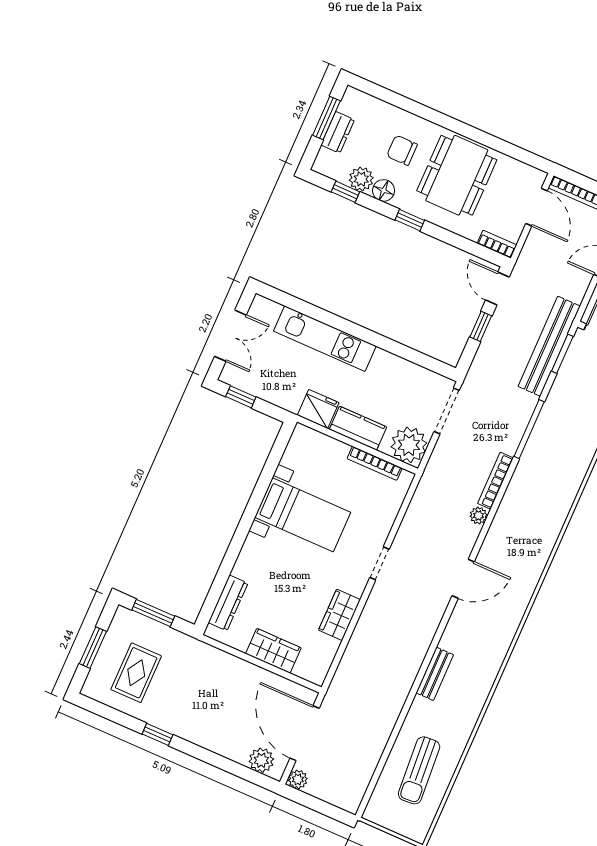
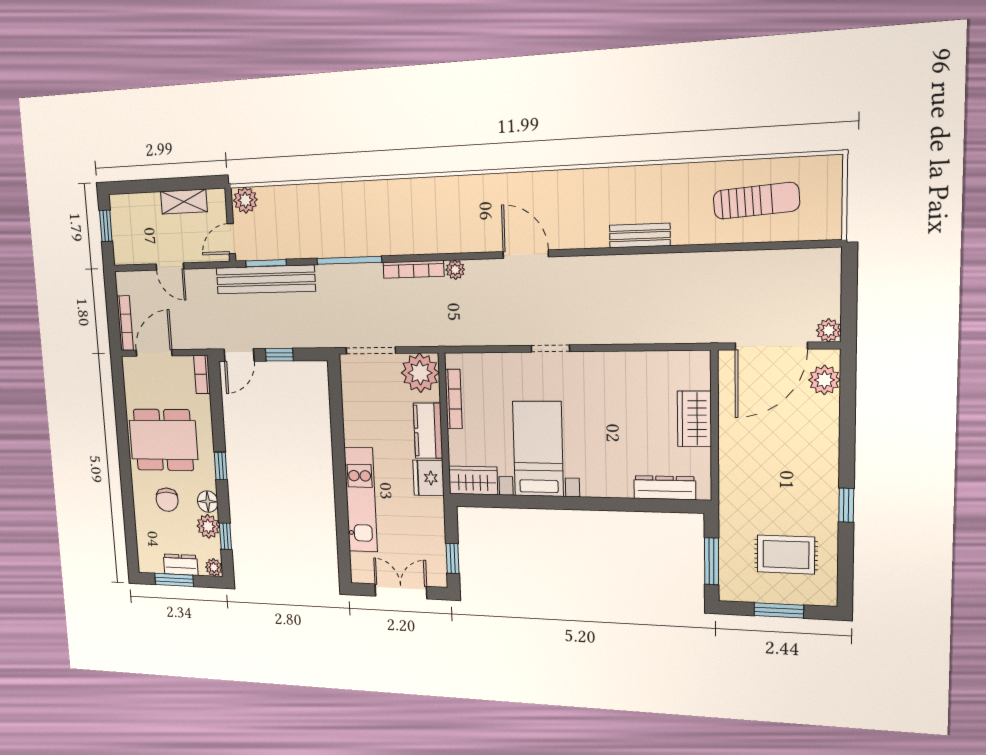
plant: (322, 165) -> (214, 567), added
wardrobe: (339, 615) -> (473, 480), moved, turned 180

